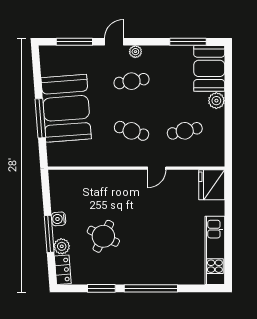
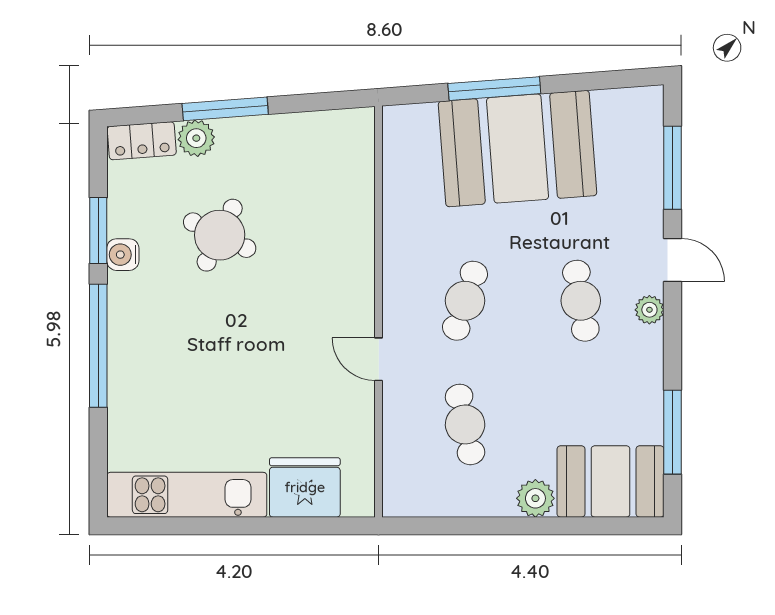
fridge: (212, 185) -> (305, 487), moved
water cooler: (59, 219) -> (123, 255), moved, turned -86

